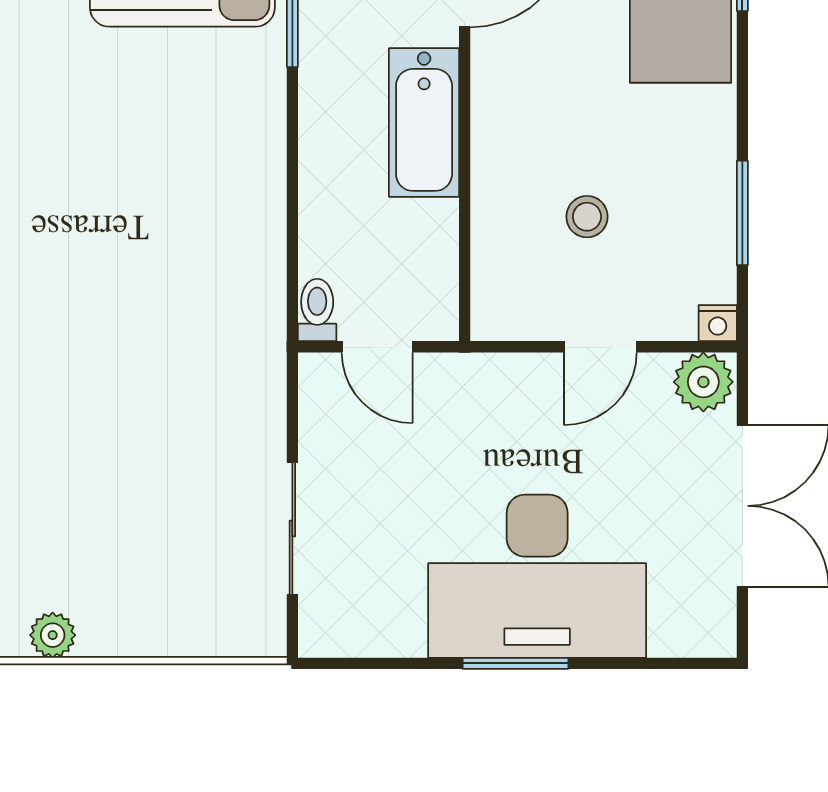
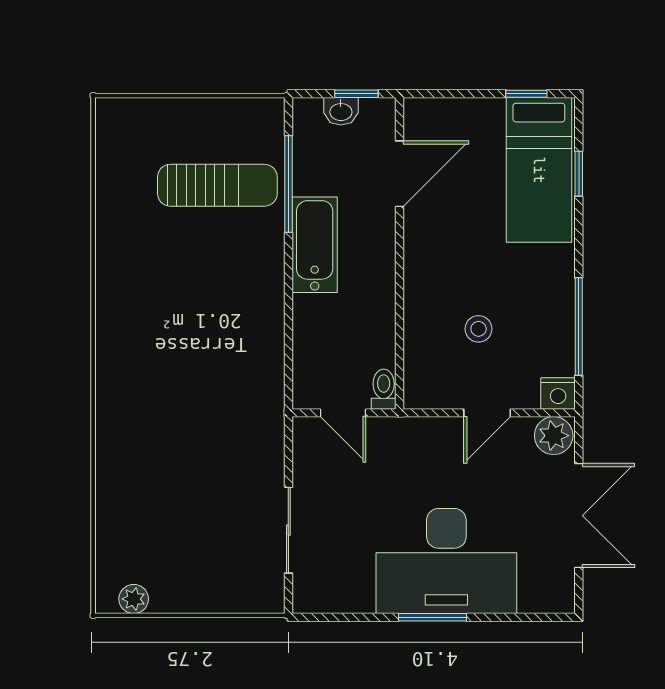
bathtub: (424, 122) -> (315, 245), moved, turned 180
window: (742, 213) -> (579, 326), width x1.44
toilet: (317, 310) -> (384, 389), moved
nightstand: (718, 323) -> (558, 393), width x1.39, depth x1.35

